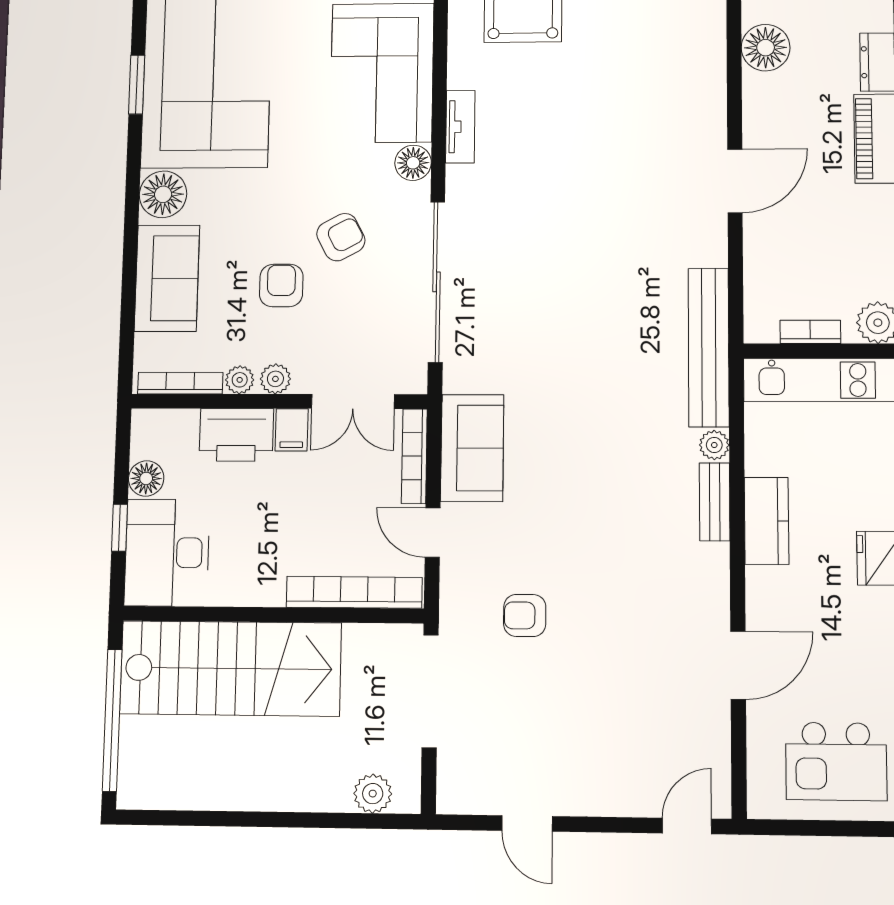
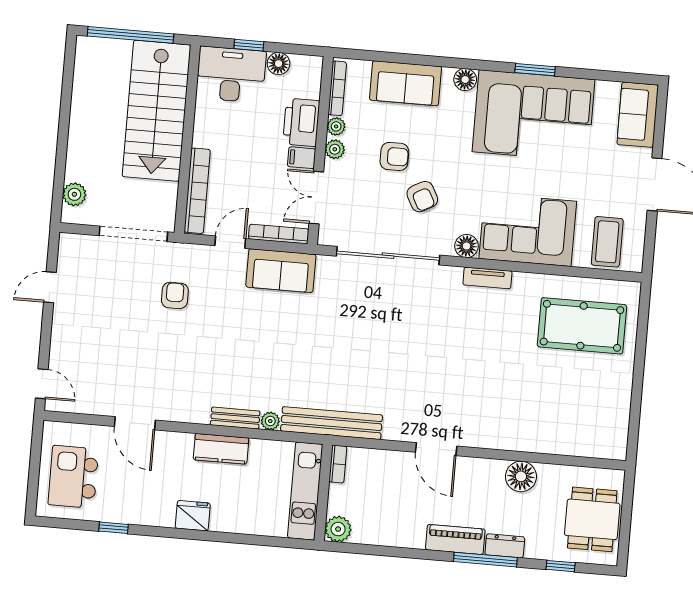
floor lamp: (163, 194) -> (465, 80), width x0.73, depth x0.73
bookcase: (810, 332) -> (338, 464), moved

